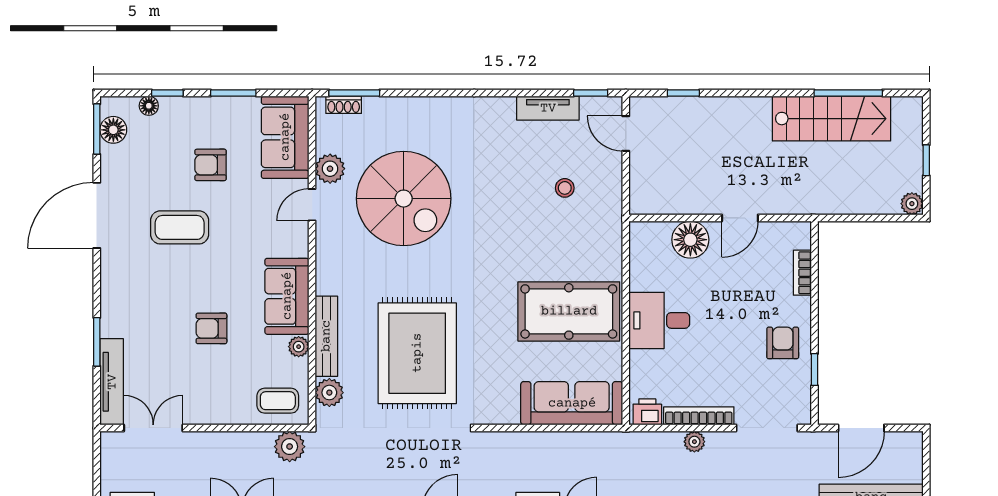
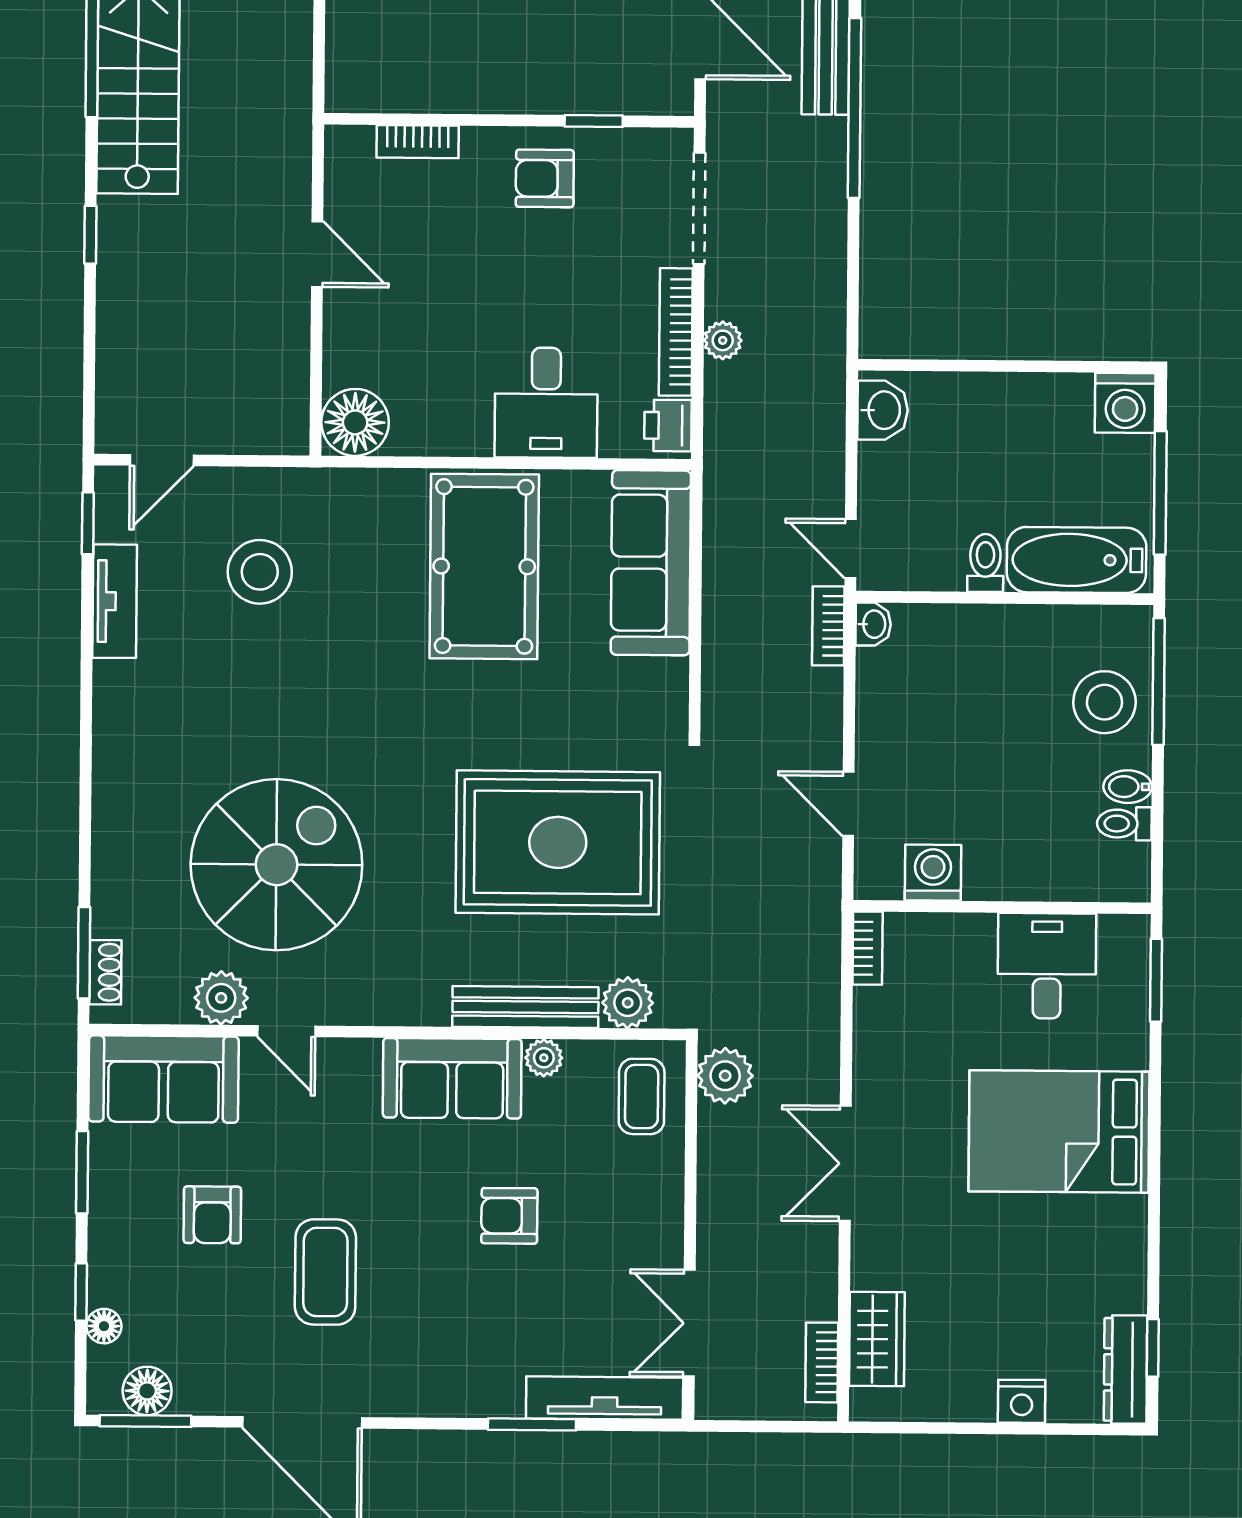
window: (683, 93) -> (90, 235), moved
stool: (565, 188) -> (260, 572), width x1.89, depth x1.89
floor lamp: (690, 240) -> (355, 422), moved
desk: (659, 320) -> (546, 403), moved
armchair: (211, 328) -> (509, 1216), turned 90

